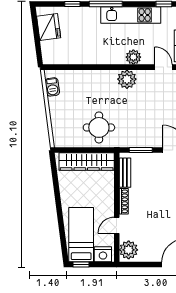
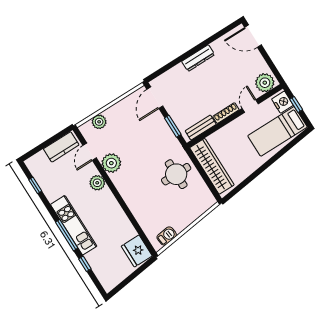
kitchen unit: (131, 15) -> (74, 225), moved
fridge: (49, 27) -> (137, 251), moved, turned -83
plant: (127, 79) -> (111, 163), moved
door: (117, 225) -> (250, 106), swing flipped
window: (81, 265) -> (296, 104), moved

